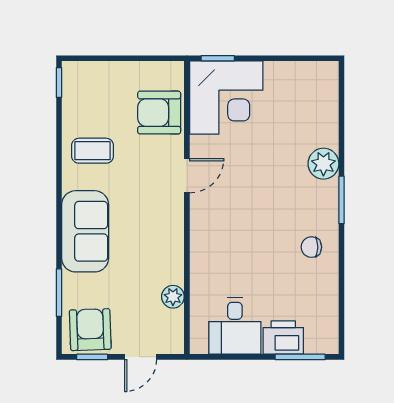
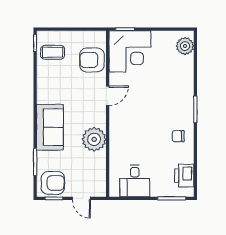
coffee table: (93, 151) -> (53, 52), moved
plant: (323, 164) -> (185, 46), moved
plant: (173, 297) -> (94, 139), moved, width x1.88, depth x1.88
armchair: (90, 330) -> (53, 183), turned 92
printer: (283, 338) -> (184, 176), moved, turned -90
door: (141, 357) -> (81, 198), hinge flipped

